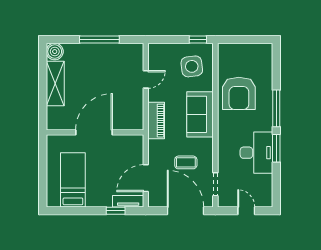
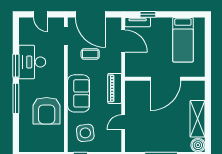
armchair: (239, 93) -> (47, 111), turned 180
door: (146, 178) -> (123, 41), hinge flipped

